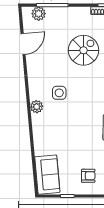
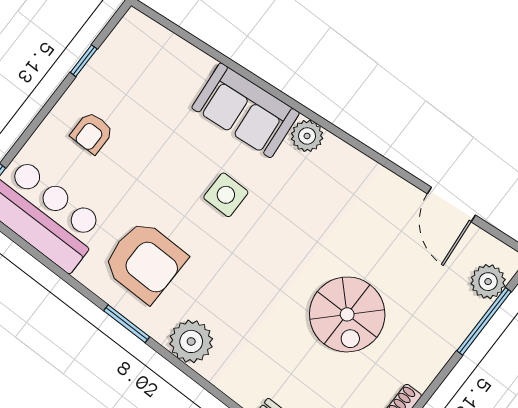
side table: (59, 93) -> (226, 195), moved
sofa: (47, 175) -> (246, 110), moved

